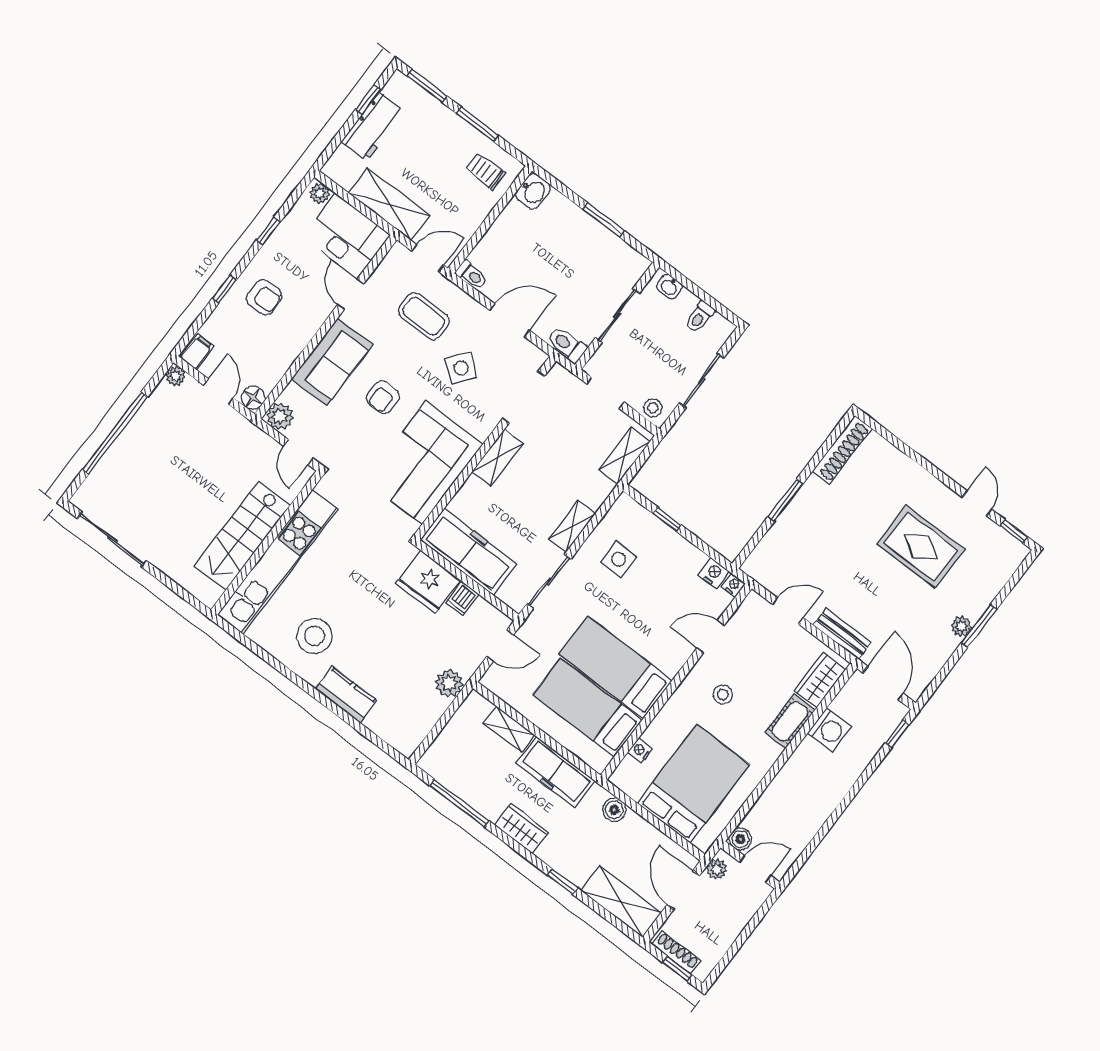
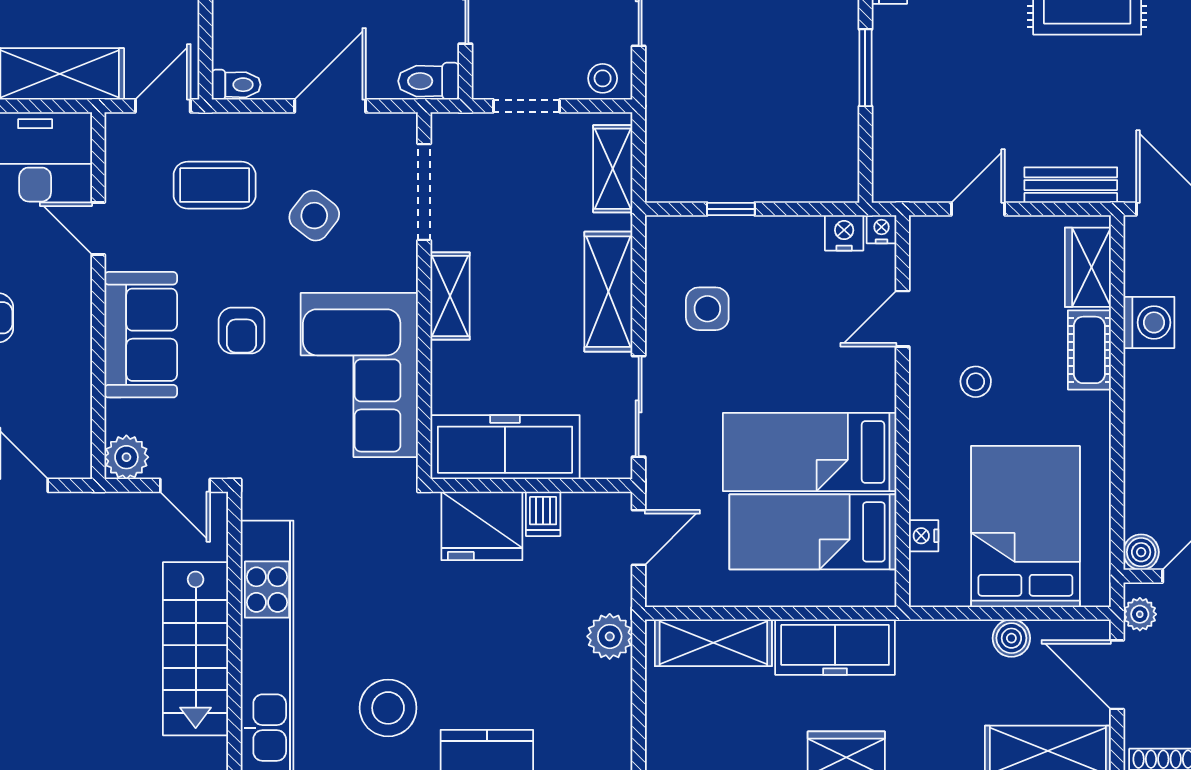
floor lamp: (253, 398) -> (73, 459), removed
shelving: (572, 526) -> (608, 292), width x1.50, depth x1.33
shelving: (509, 729) -> (713, 643), width x1.50, depth x1.33
boiler: (614, 810) -> (1011, 638), moved

